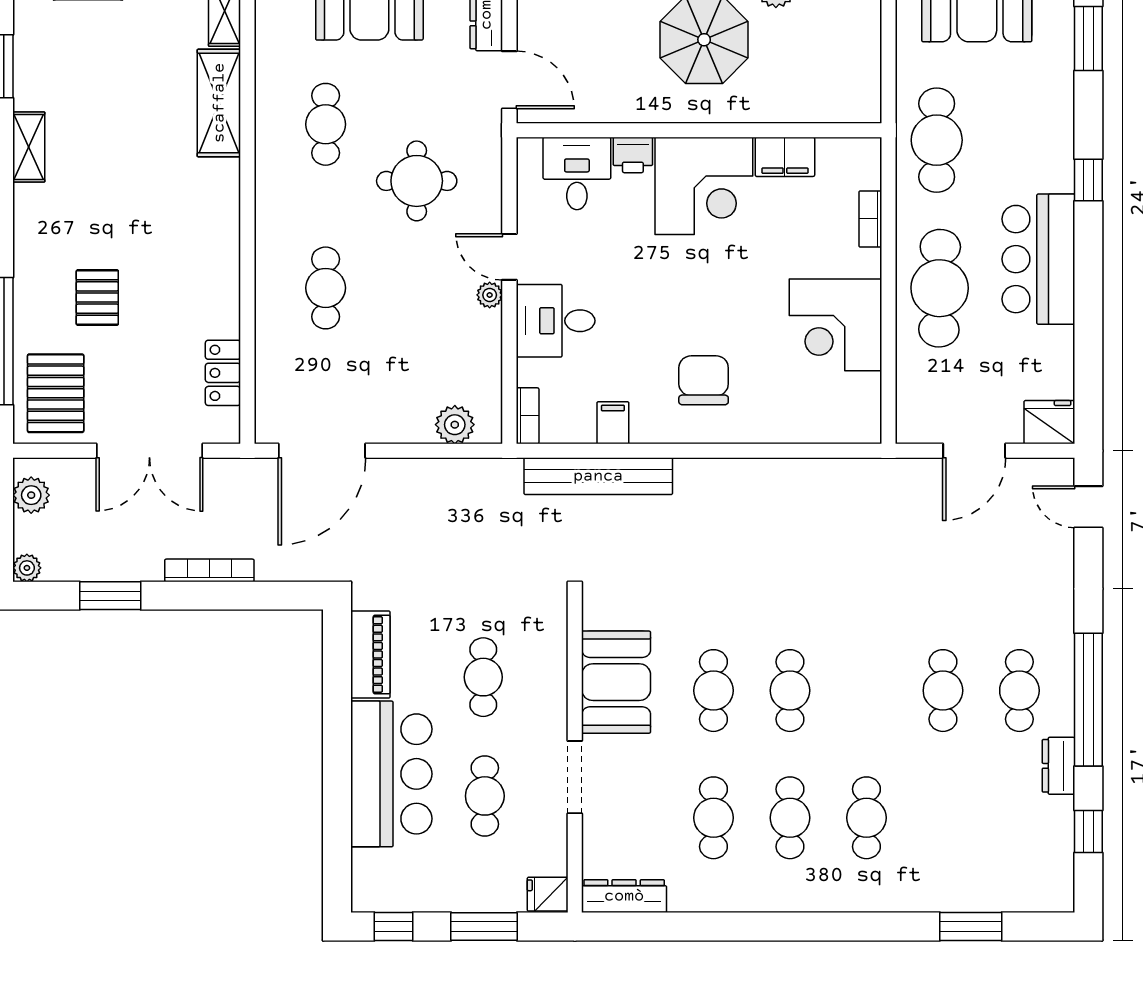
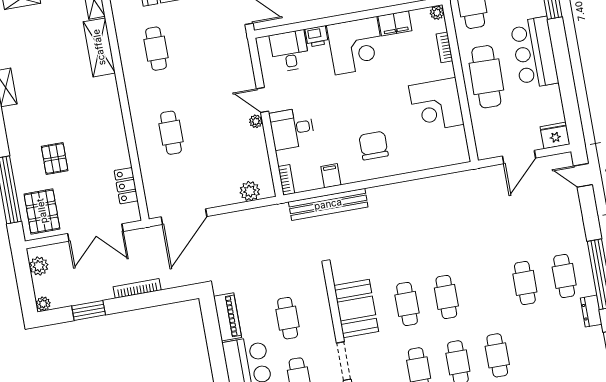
plant: (868, 151) -> (437, 13), added
round table: (417, 181) -> (208, 69), removed

